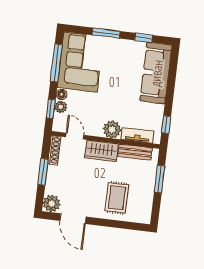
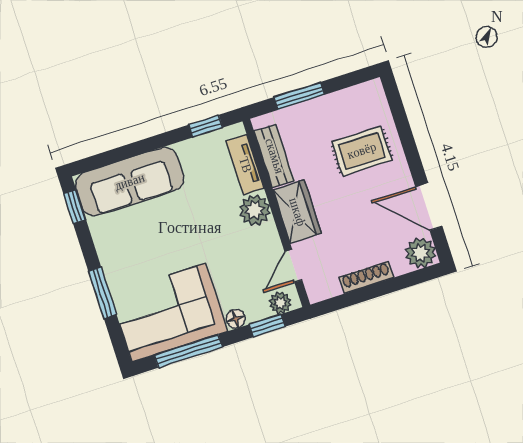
window: (144, 38) -> (75, 207), moved
plant: (61, 107) -> (280, 303), moved
shoe rack: (54, 150) -> (366, 277), moved
window: (43, 172) -> (375, 291), removed
door: (73, 219) -> (429, 207), swing flipped

